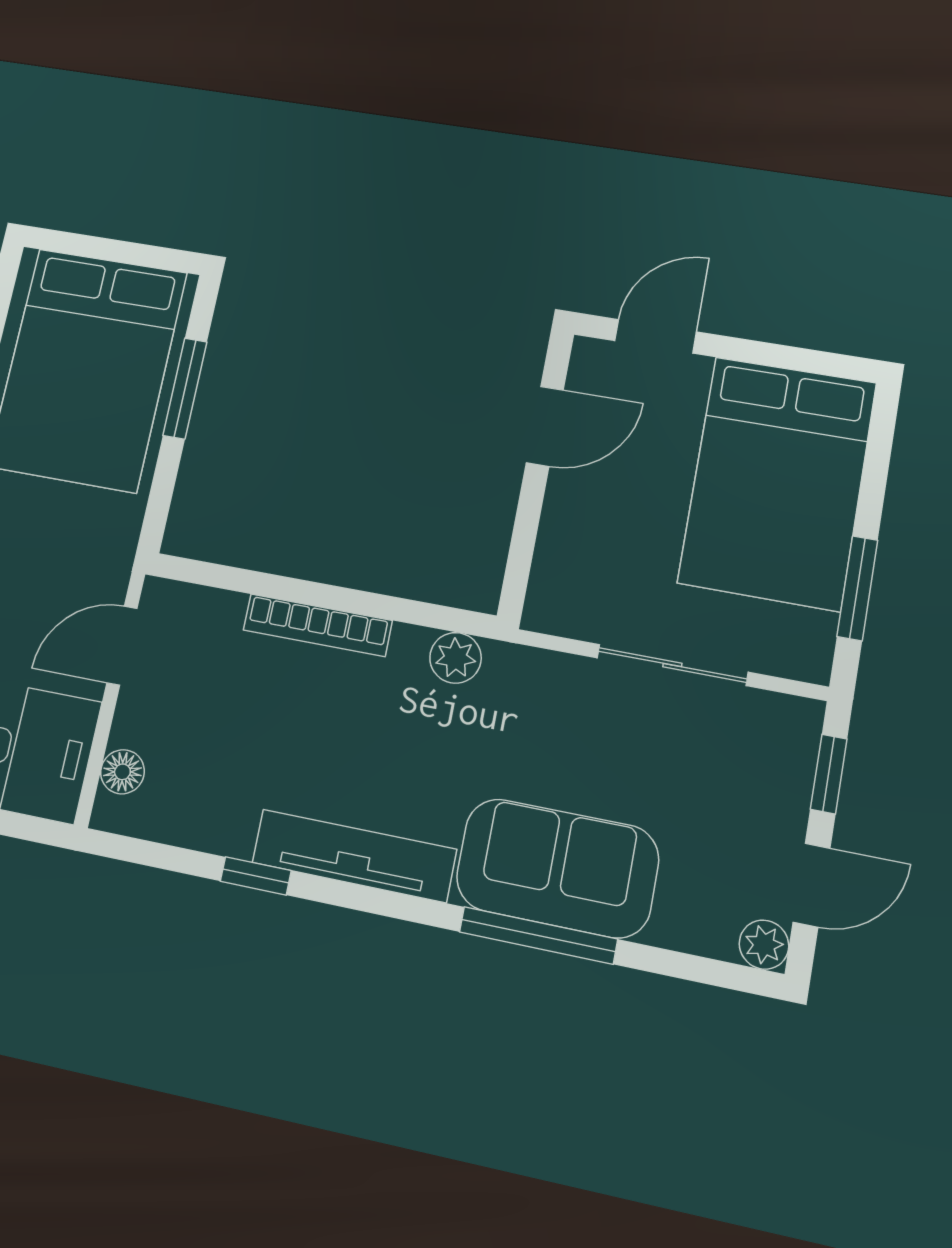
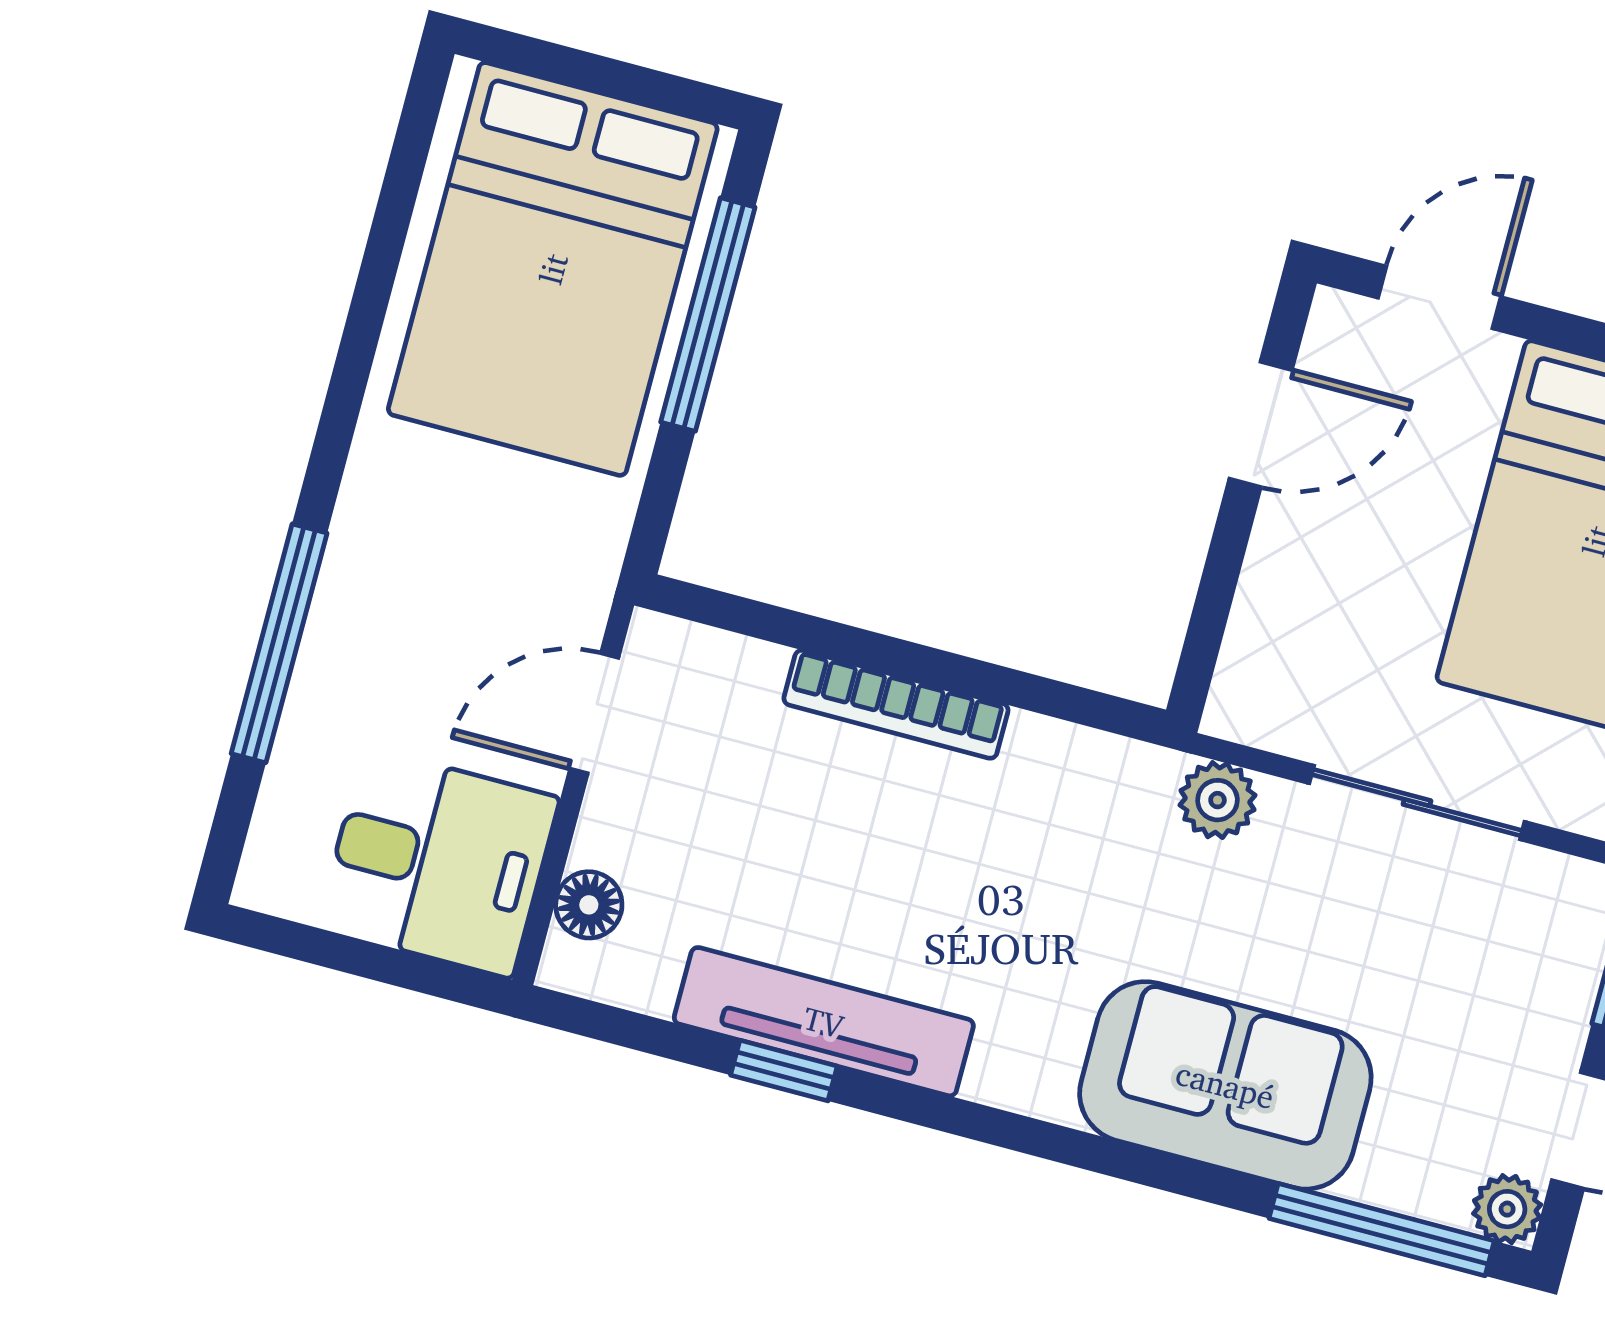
window: (185, 389) -> (708, 315), width x1.44
plant: (456, 658) -> (1217, 800), moved
tv unit: (354, 856) -> (824, 1022), moved
window: (538, 935) -> (1382, 1230), moved

